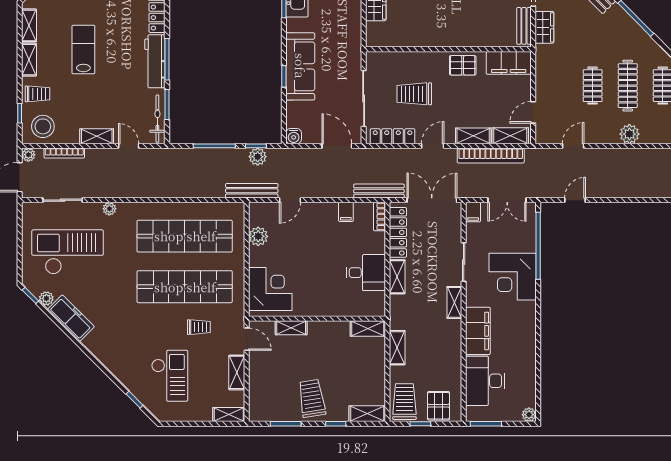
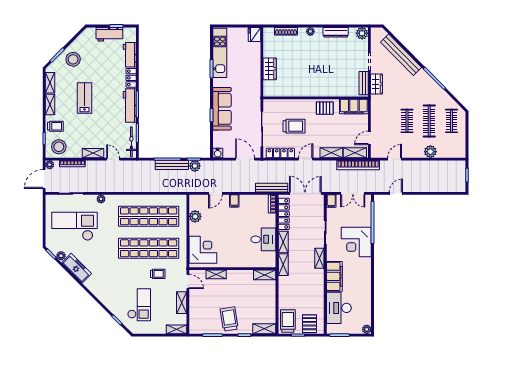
trolley: (414, 94) -> (294, 126), turned 180
bookcase: (491, 155) -> (358, 165), moved
bench: (252, 191) -> (172, 165), moved
filing cabinet: (346, 212) -> (234, 201), moved
shelving: (397, 348) -> (283, 265), moved

